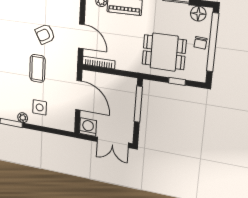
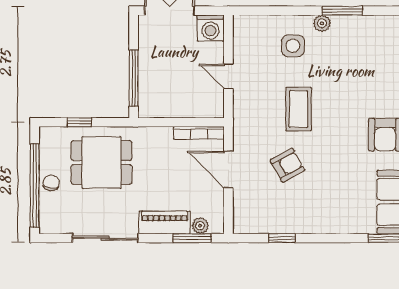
floor lamp: (198, 14) -> (58, 223), removed
door: (79, 95) -> (228, 76), width x0.53

